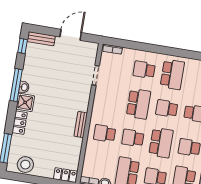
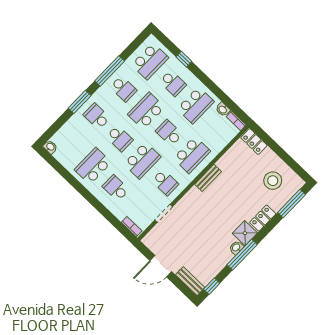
school desk: (144, 70) -> (116, 188), turned 180
school desk: (110, 99) -> (165, 182), added
school desk: (138, 104) -> (142, 160), turned 180
school desk: (105, 133) -> (192, 155), width x1.85
school desk: (133, 138) -> (169, 133), turned 180
stool: (25, 165) -> (273, 181), moved

